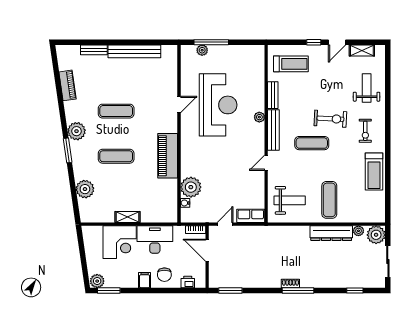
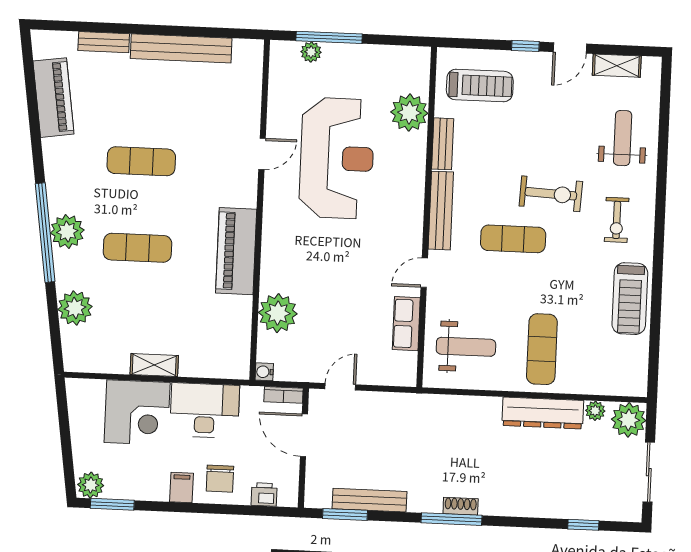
piano: (68, 85) -> (53, 98), width x1.37, depth x1.33
plant: (259, 117) -> (409, 113), moved, width x1.88, depth x1.88
plant: (77, 131) -> (67, 232), moved
window: (68, 150) -> (45, 233), width x2.11
water cooler: (185, 203) -> (264, 372), moved
row of seats: (251, 216) -> (406, 324), moved, turned -90
bench: (243, 283) -> (370, 500), added
window: (298, 291) -> (451, 519), moved

